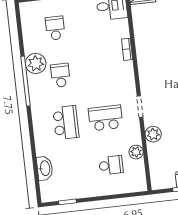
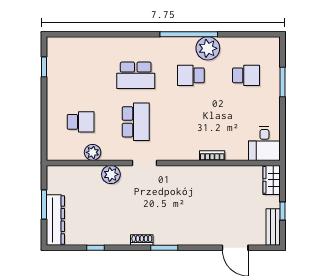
school desk: (60, 75) -> (191, 75), turned 180
school desk: (111, 165) -> (81, 122), turned -90
washbasin: (45, 168) -> (86, 45), removed

